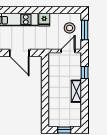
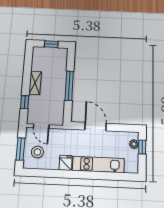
door: (68, 51) -> (41, 126), hinge flipped
window: (45, 90) -> (69, 86), added

